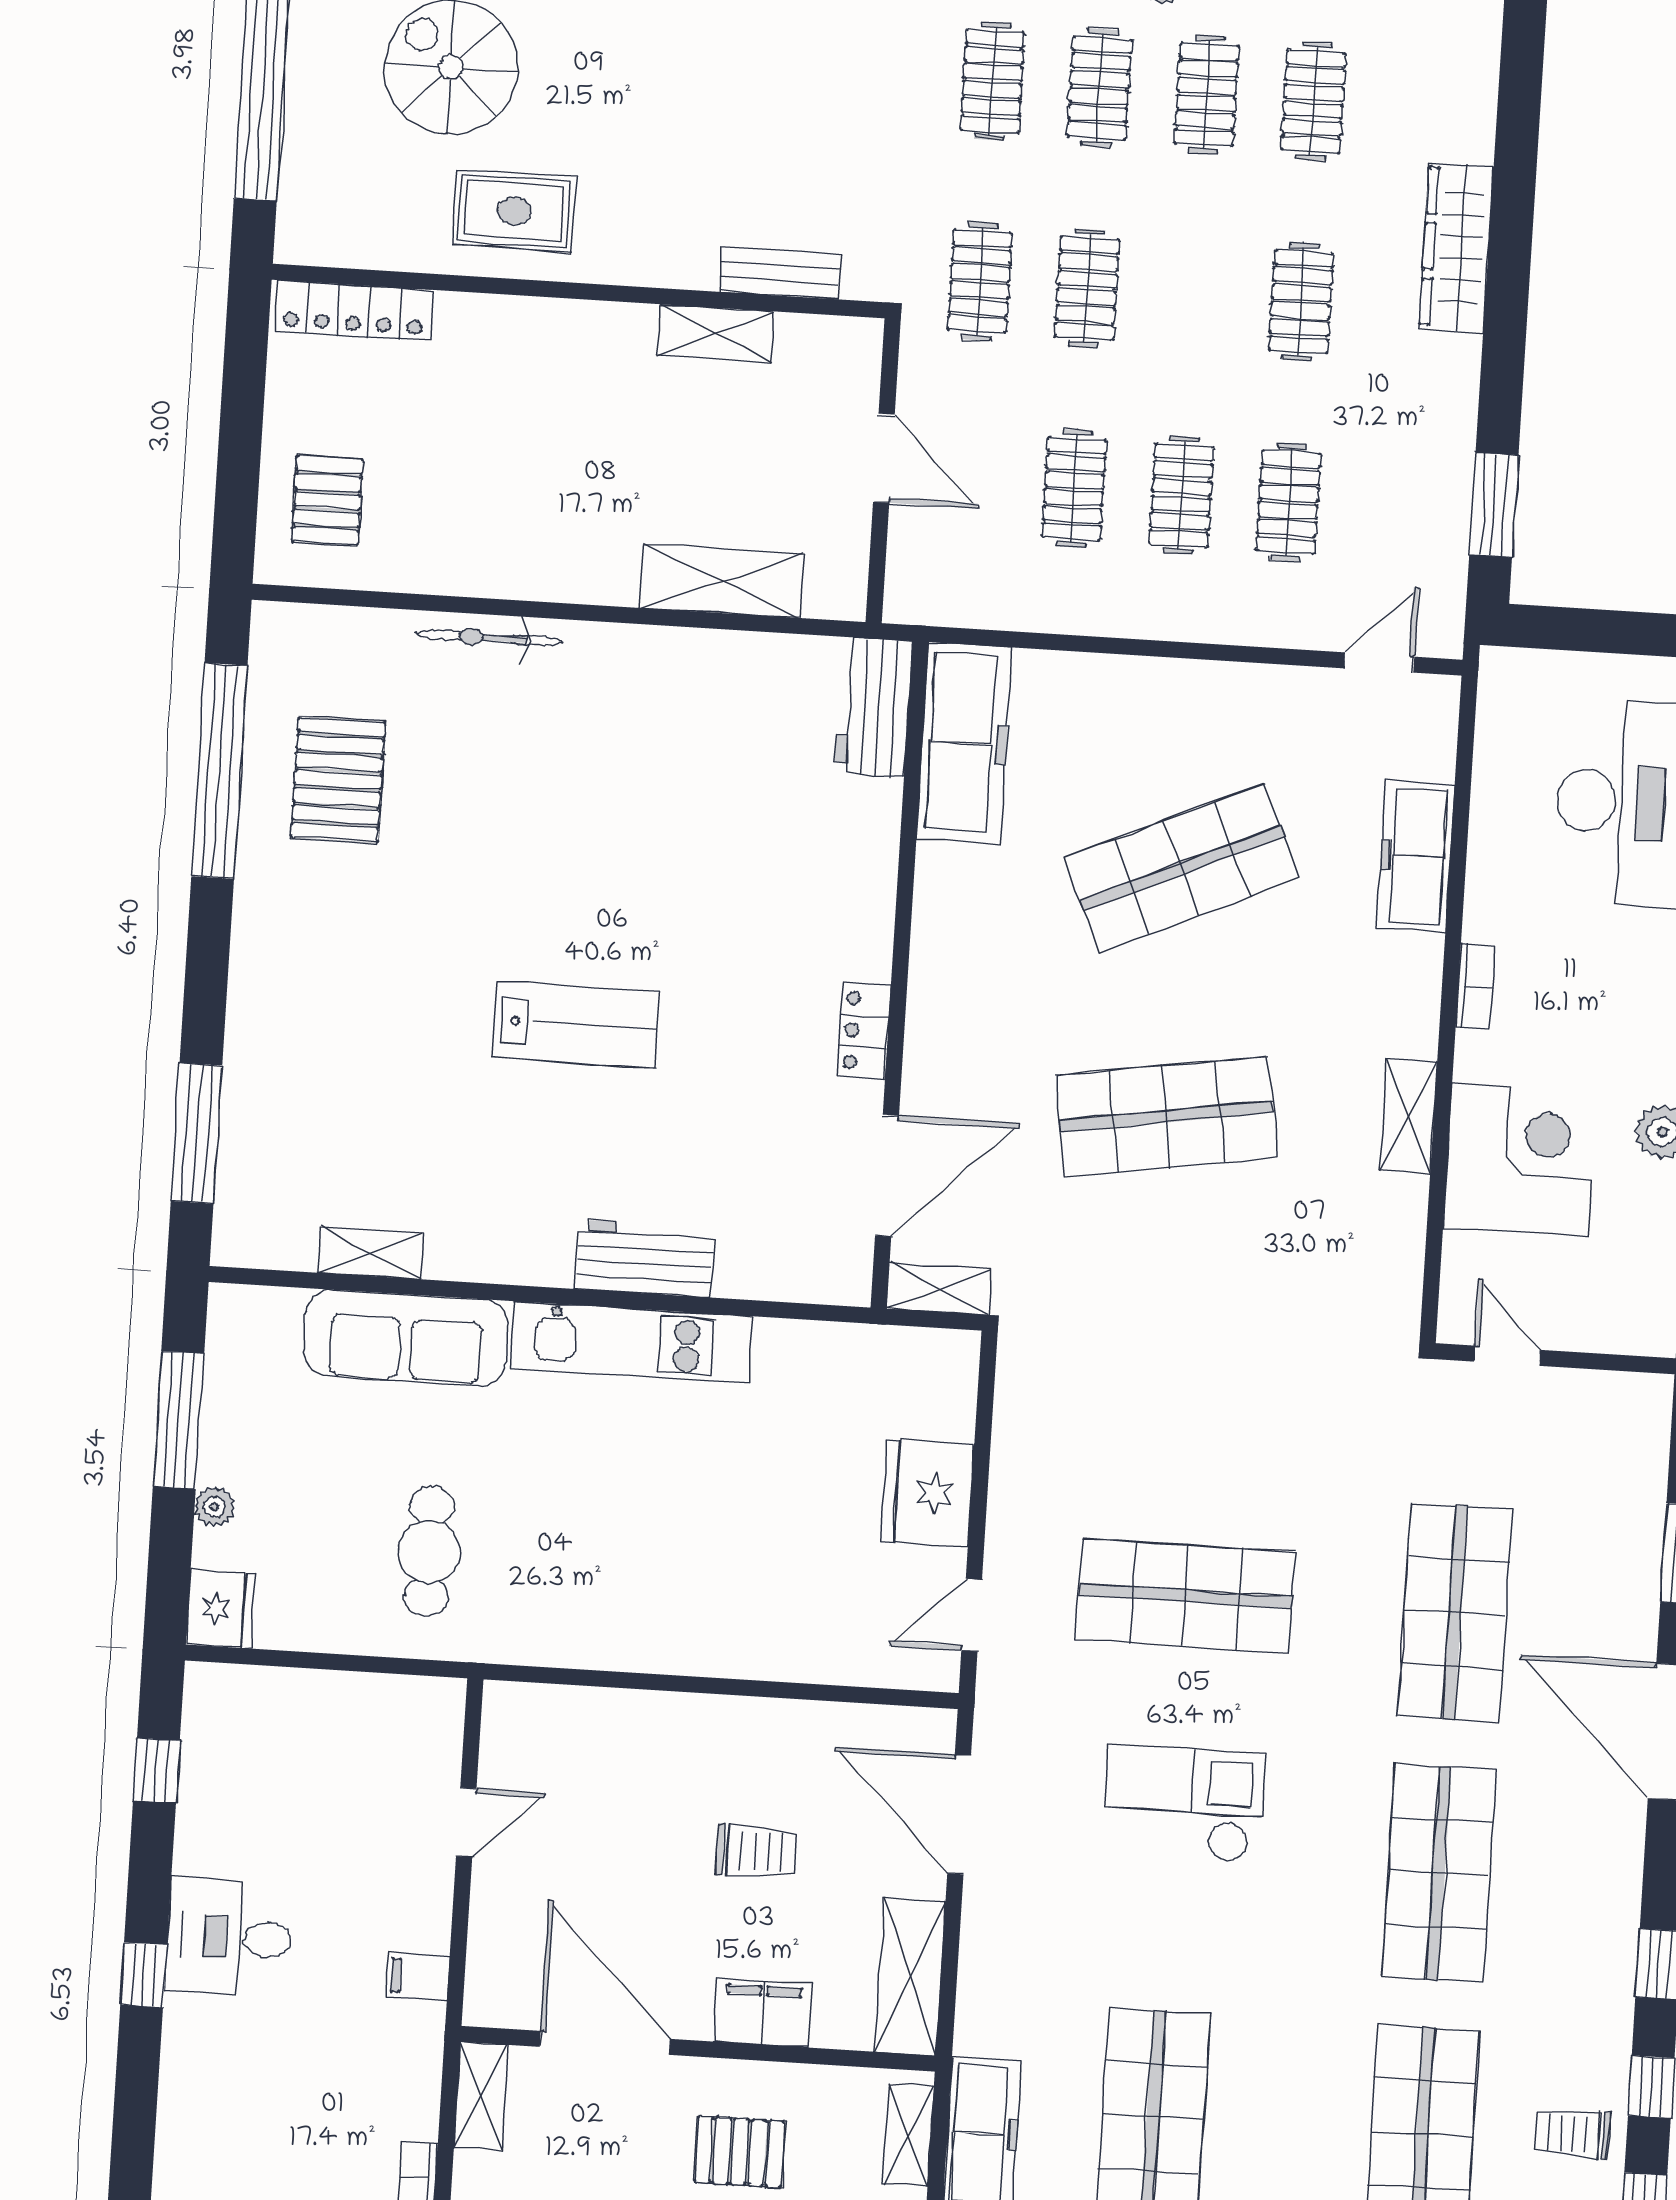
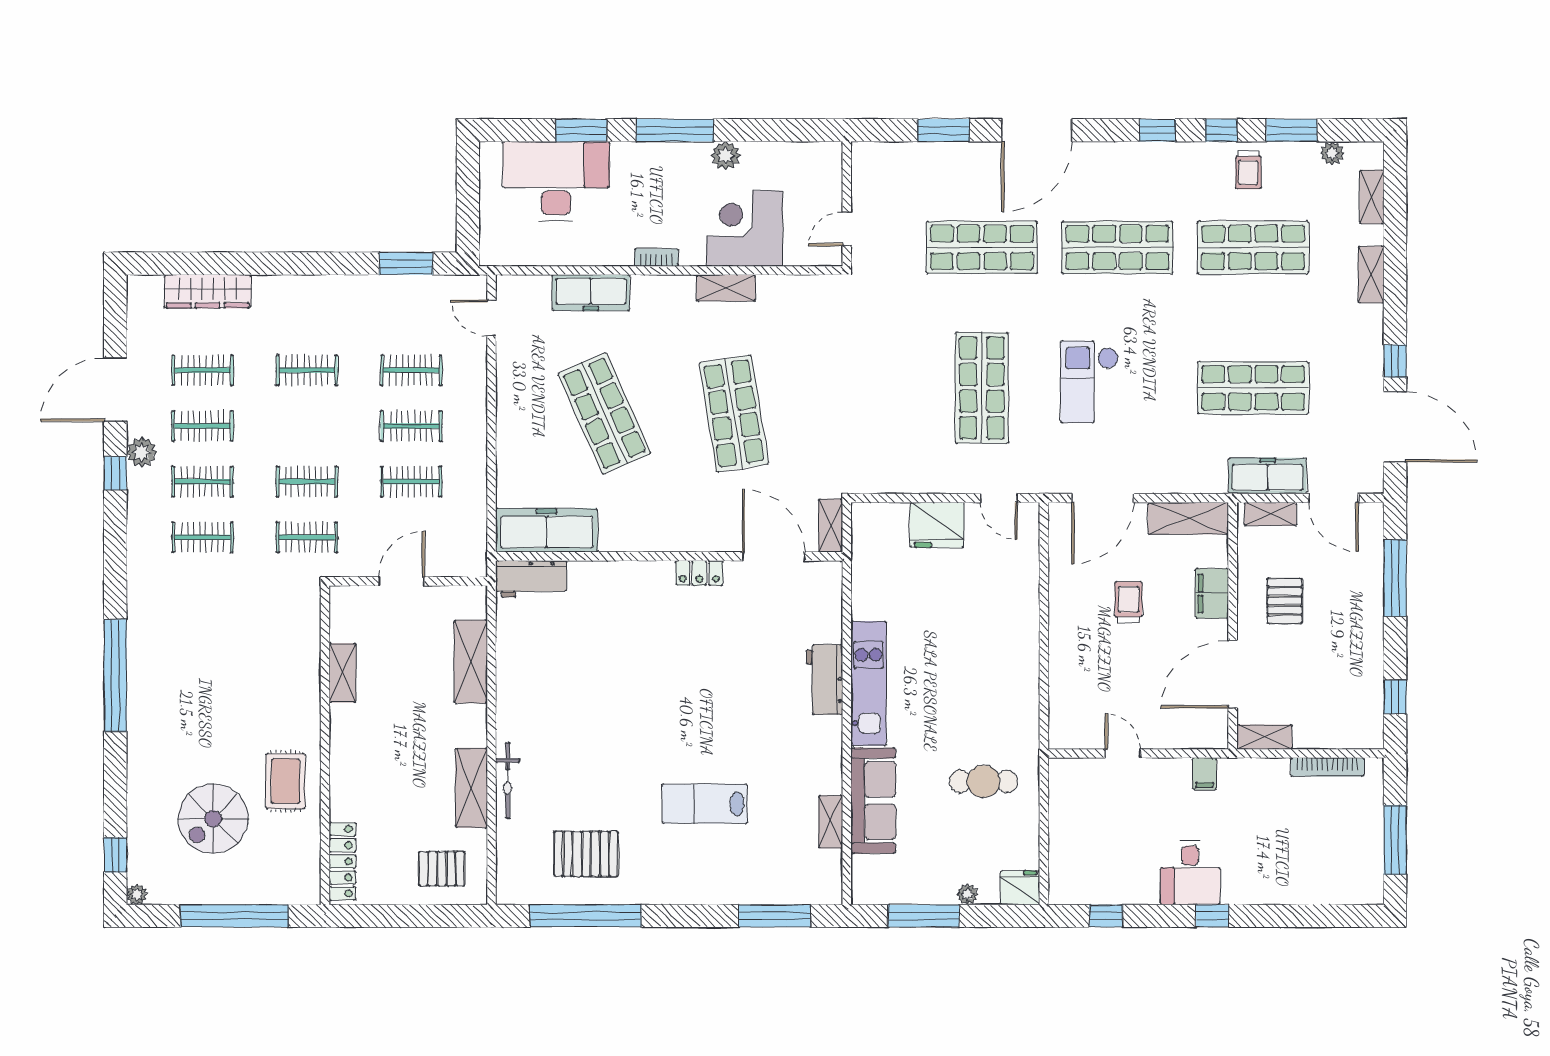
wardrobe: (1456, 248) -> (208, 291), moved
bench: (780, 273) -> (309, 641), removed
shelving: (479, 567) -> (471, 788), added
lab bench: (575, 1025) -> (705, 804), moved, turned -90

